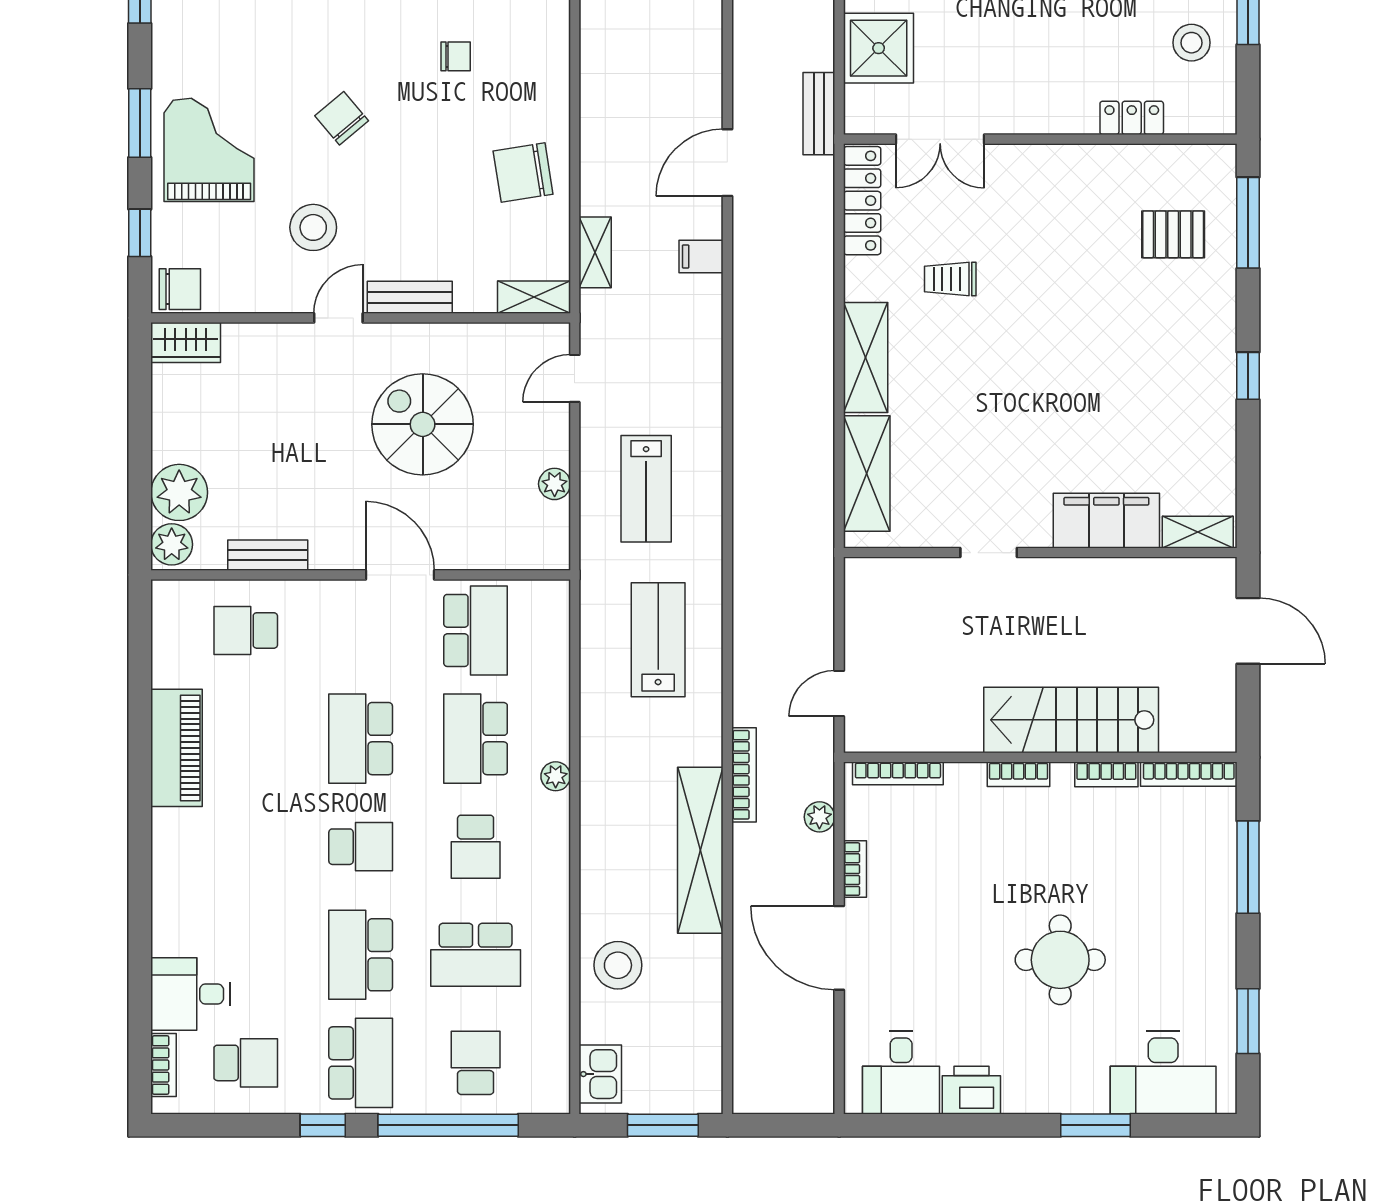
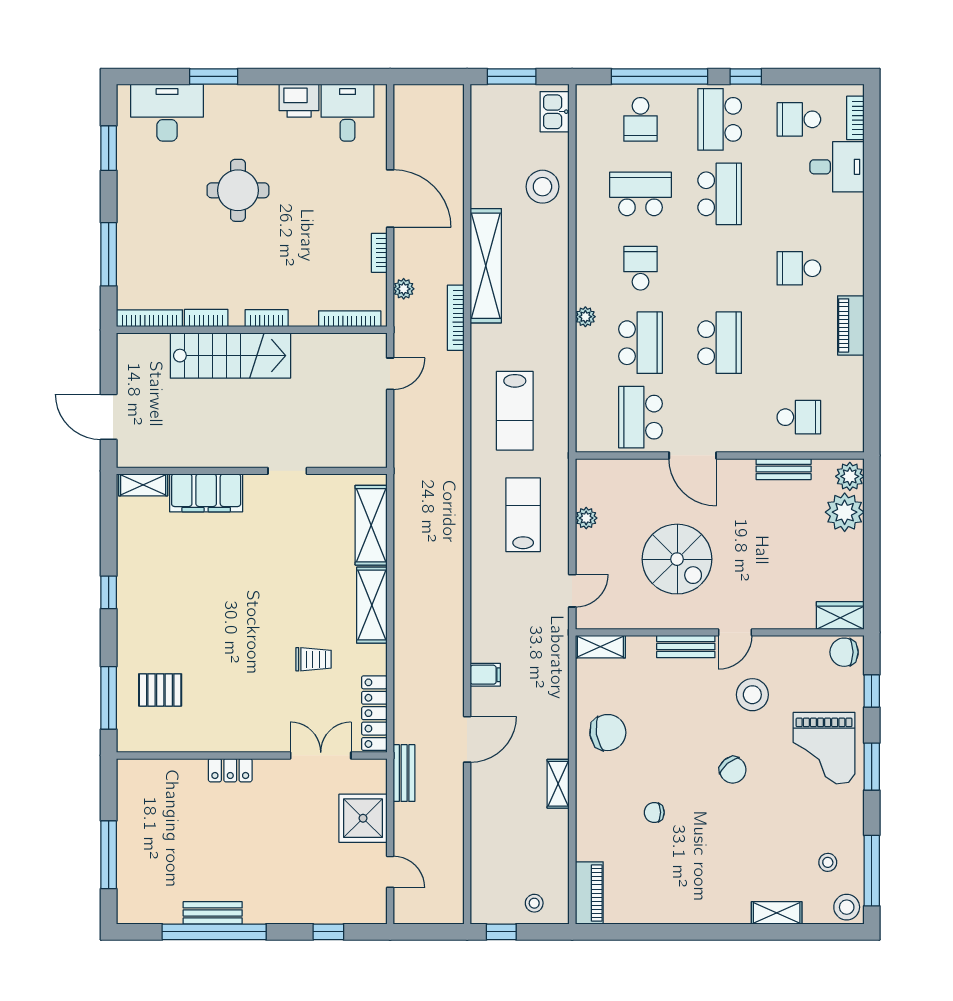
stool: (1192, 43) -> (147, 822), removed
locker: (1132, 118) -> (230, 770), moved
shelving: (595, 252) -> (558, 784), moved
piano: (177, 748) -> (851, 325), width x0.73, depth x0.75
school desk: (361, 847) -> (799, 268), moved

